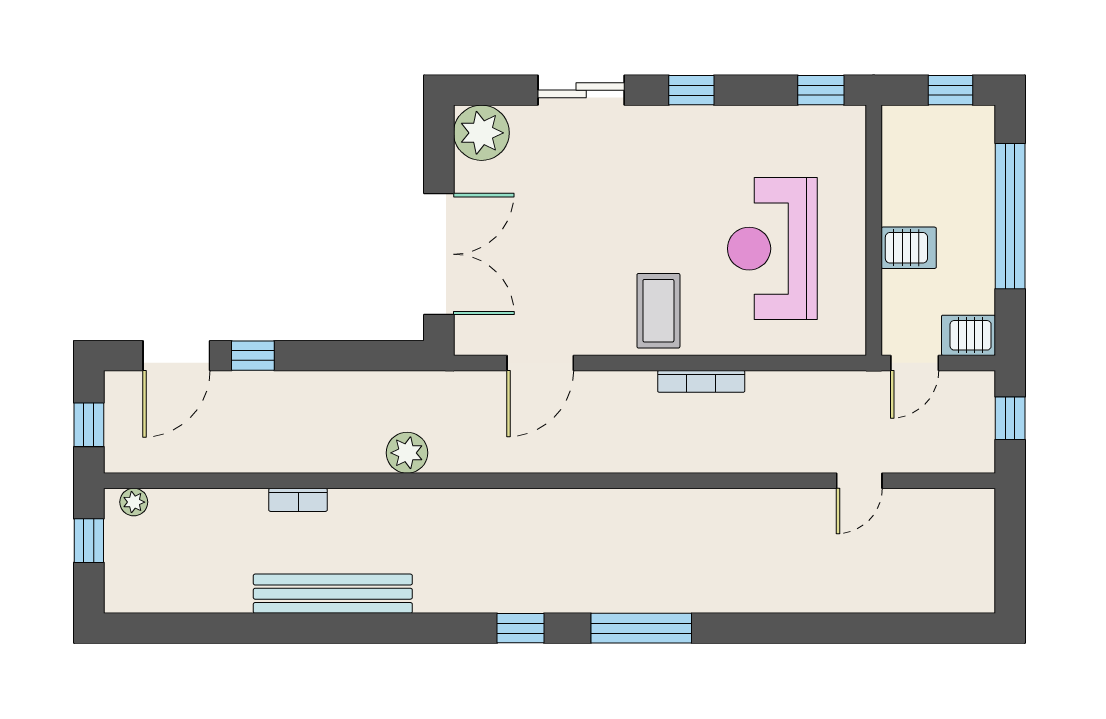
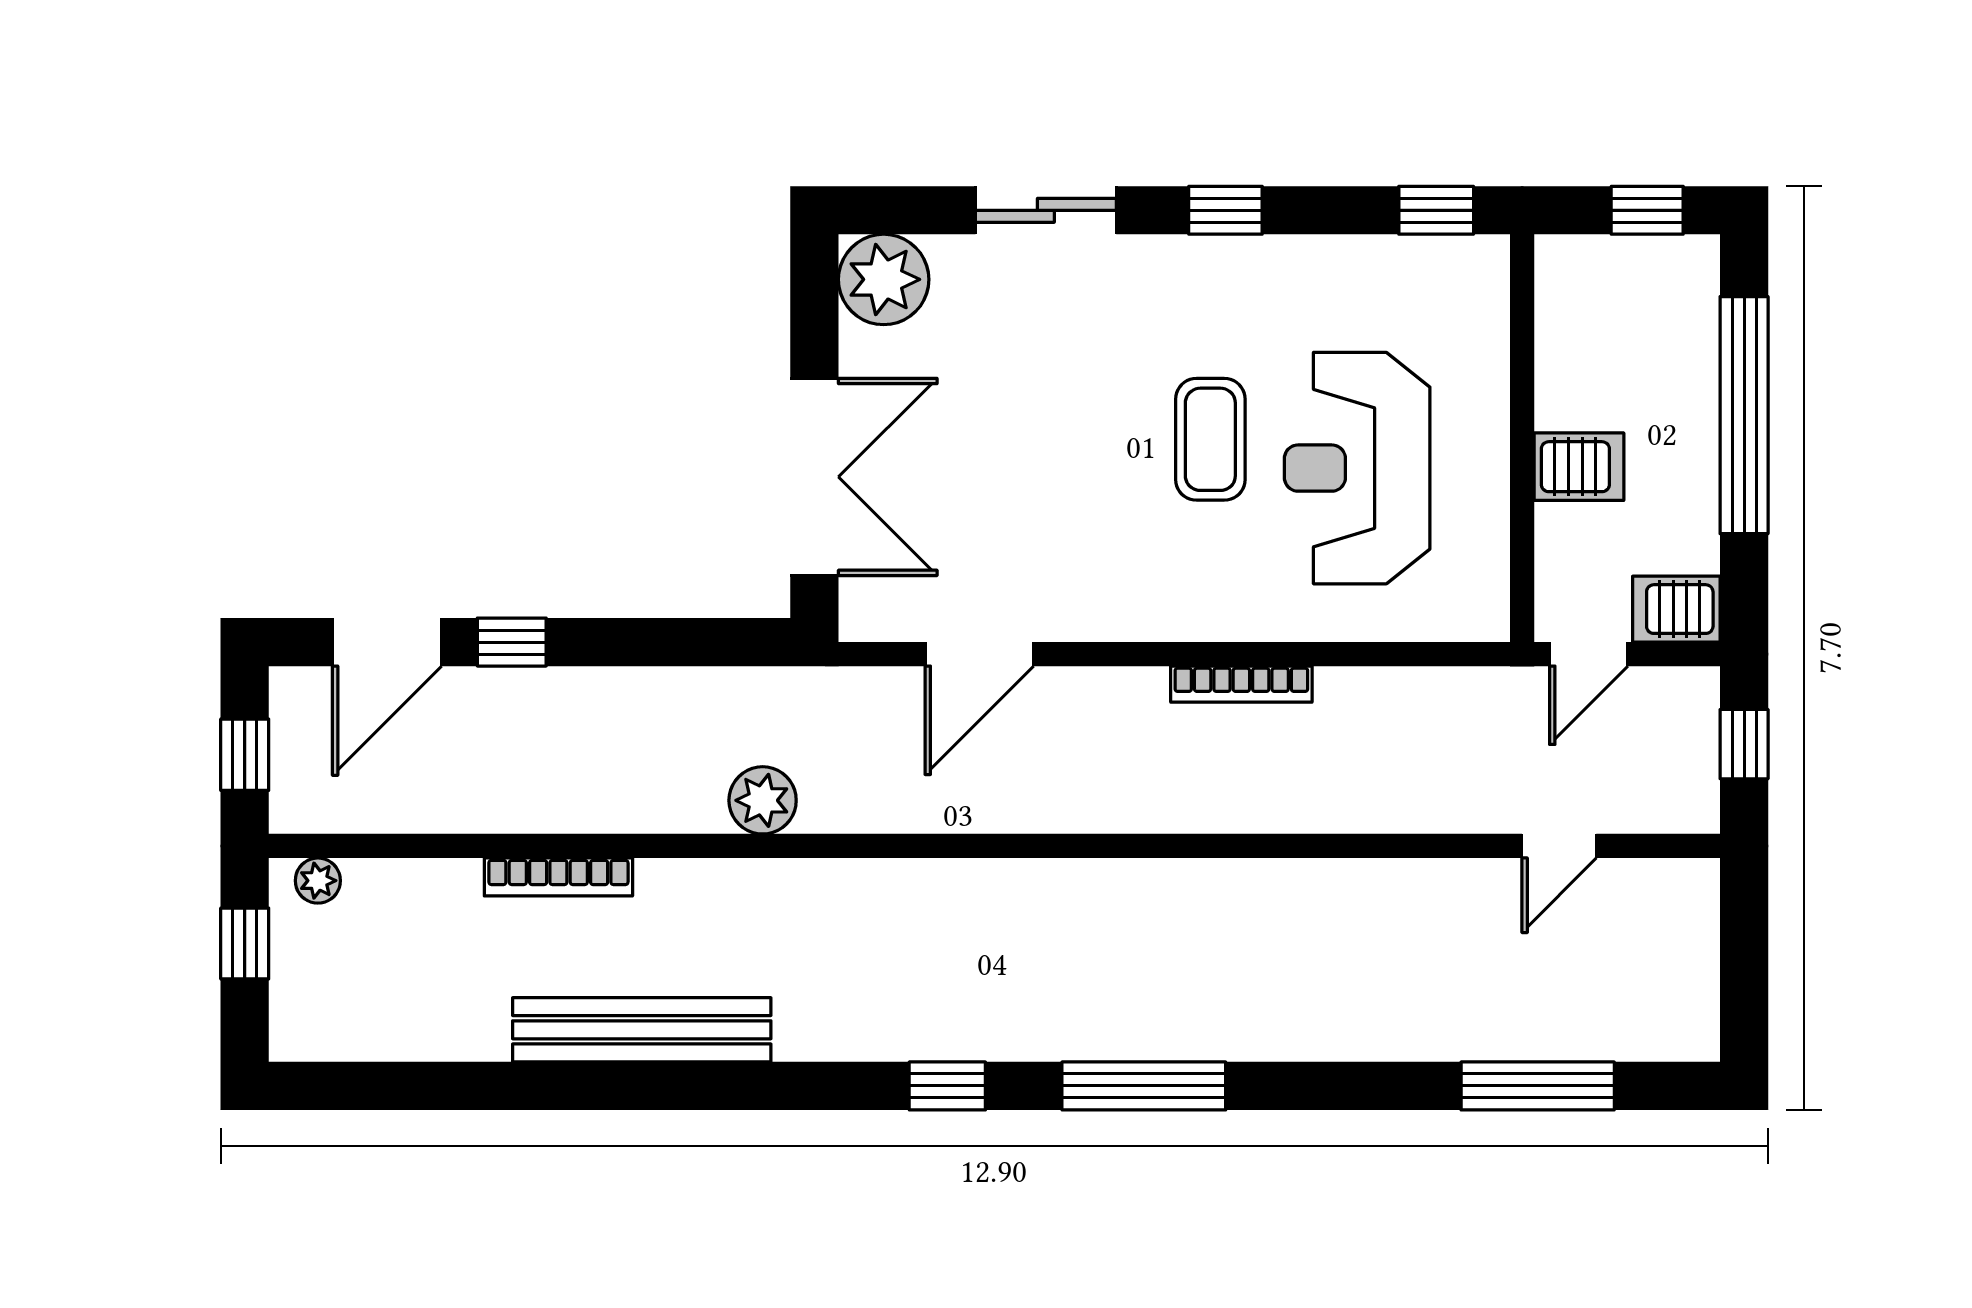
coffee table: (658, 311) -> (1210, 439), moved
door: (859, 481) -> (1559, 846), moved
bookcase: (298, 500) -> (558, 877), width x1.56
window: (883, 628) -> (1538, 1086), added

